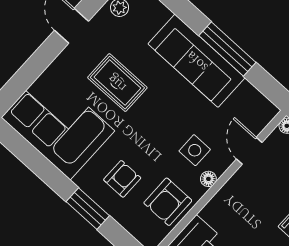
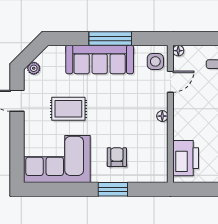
side table: (195, 150) -> (155, 61), moved
door: (249, 151) -> (170, 82), swing flipped
armchair: (168, 202) -> (152, 147), removed

